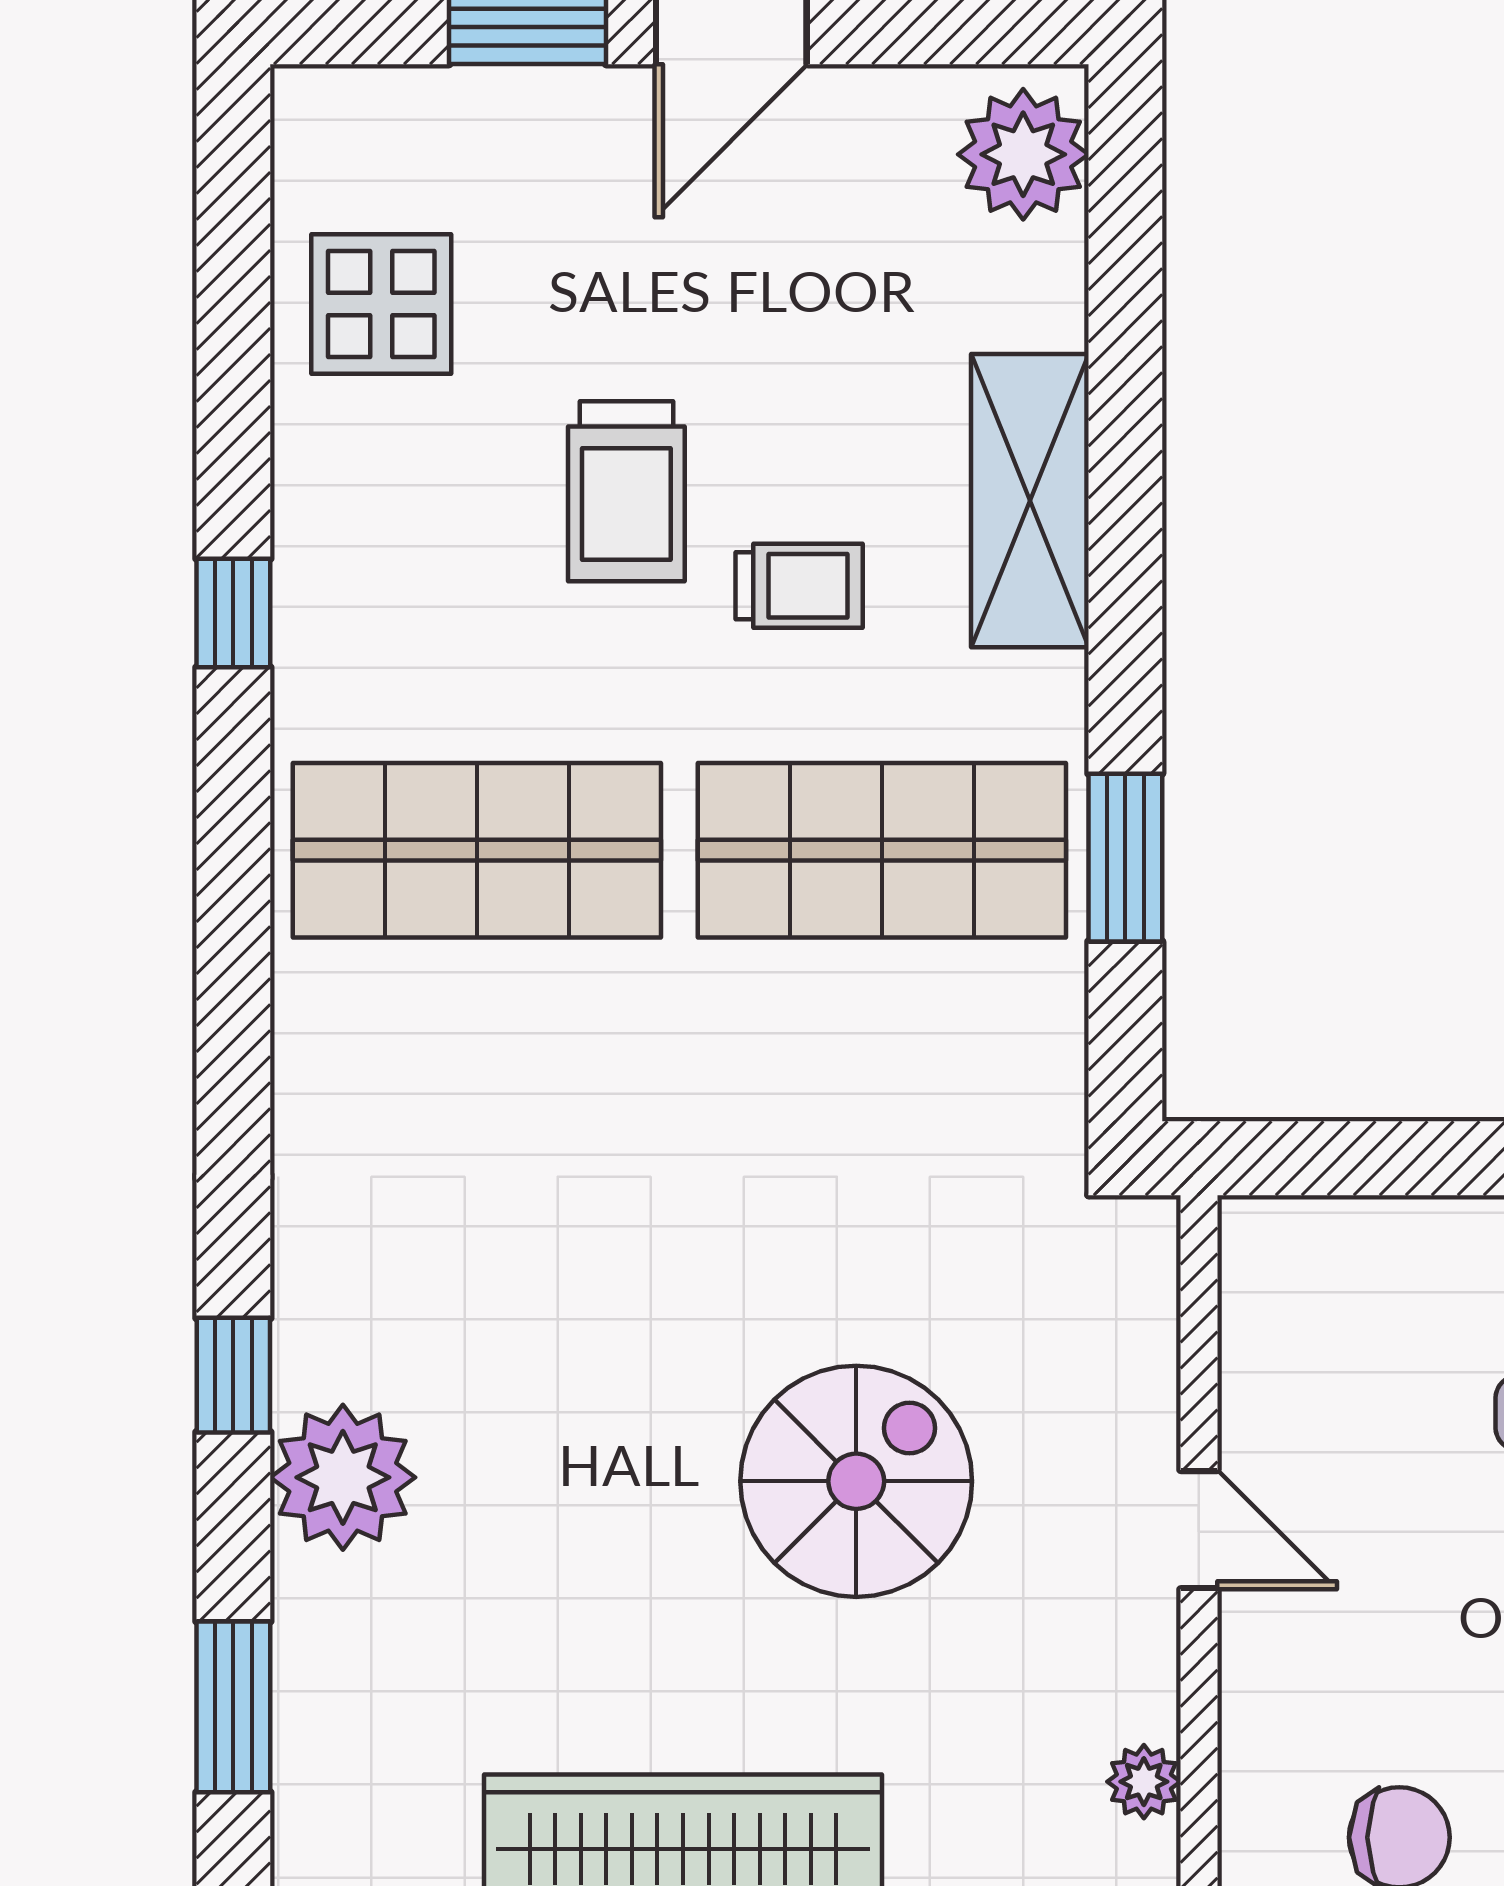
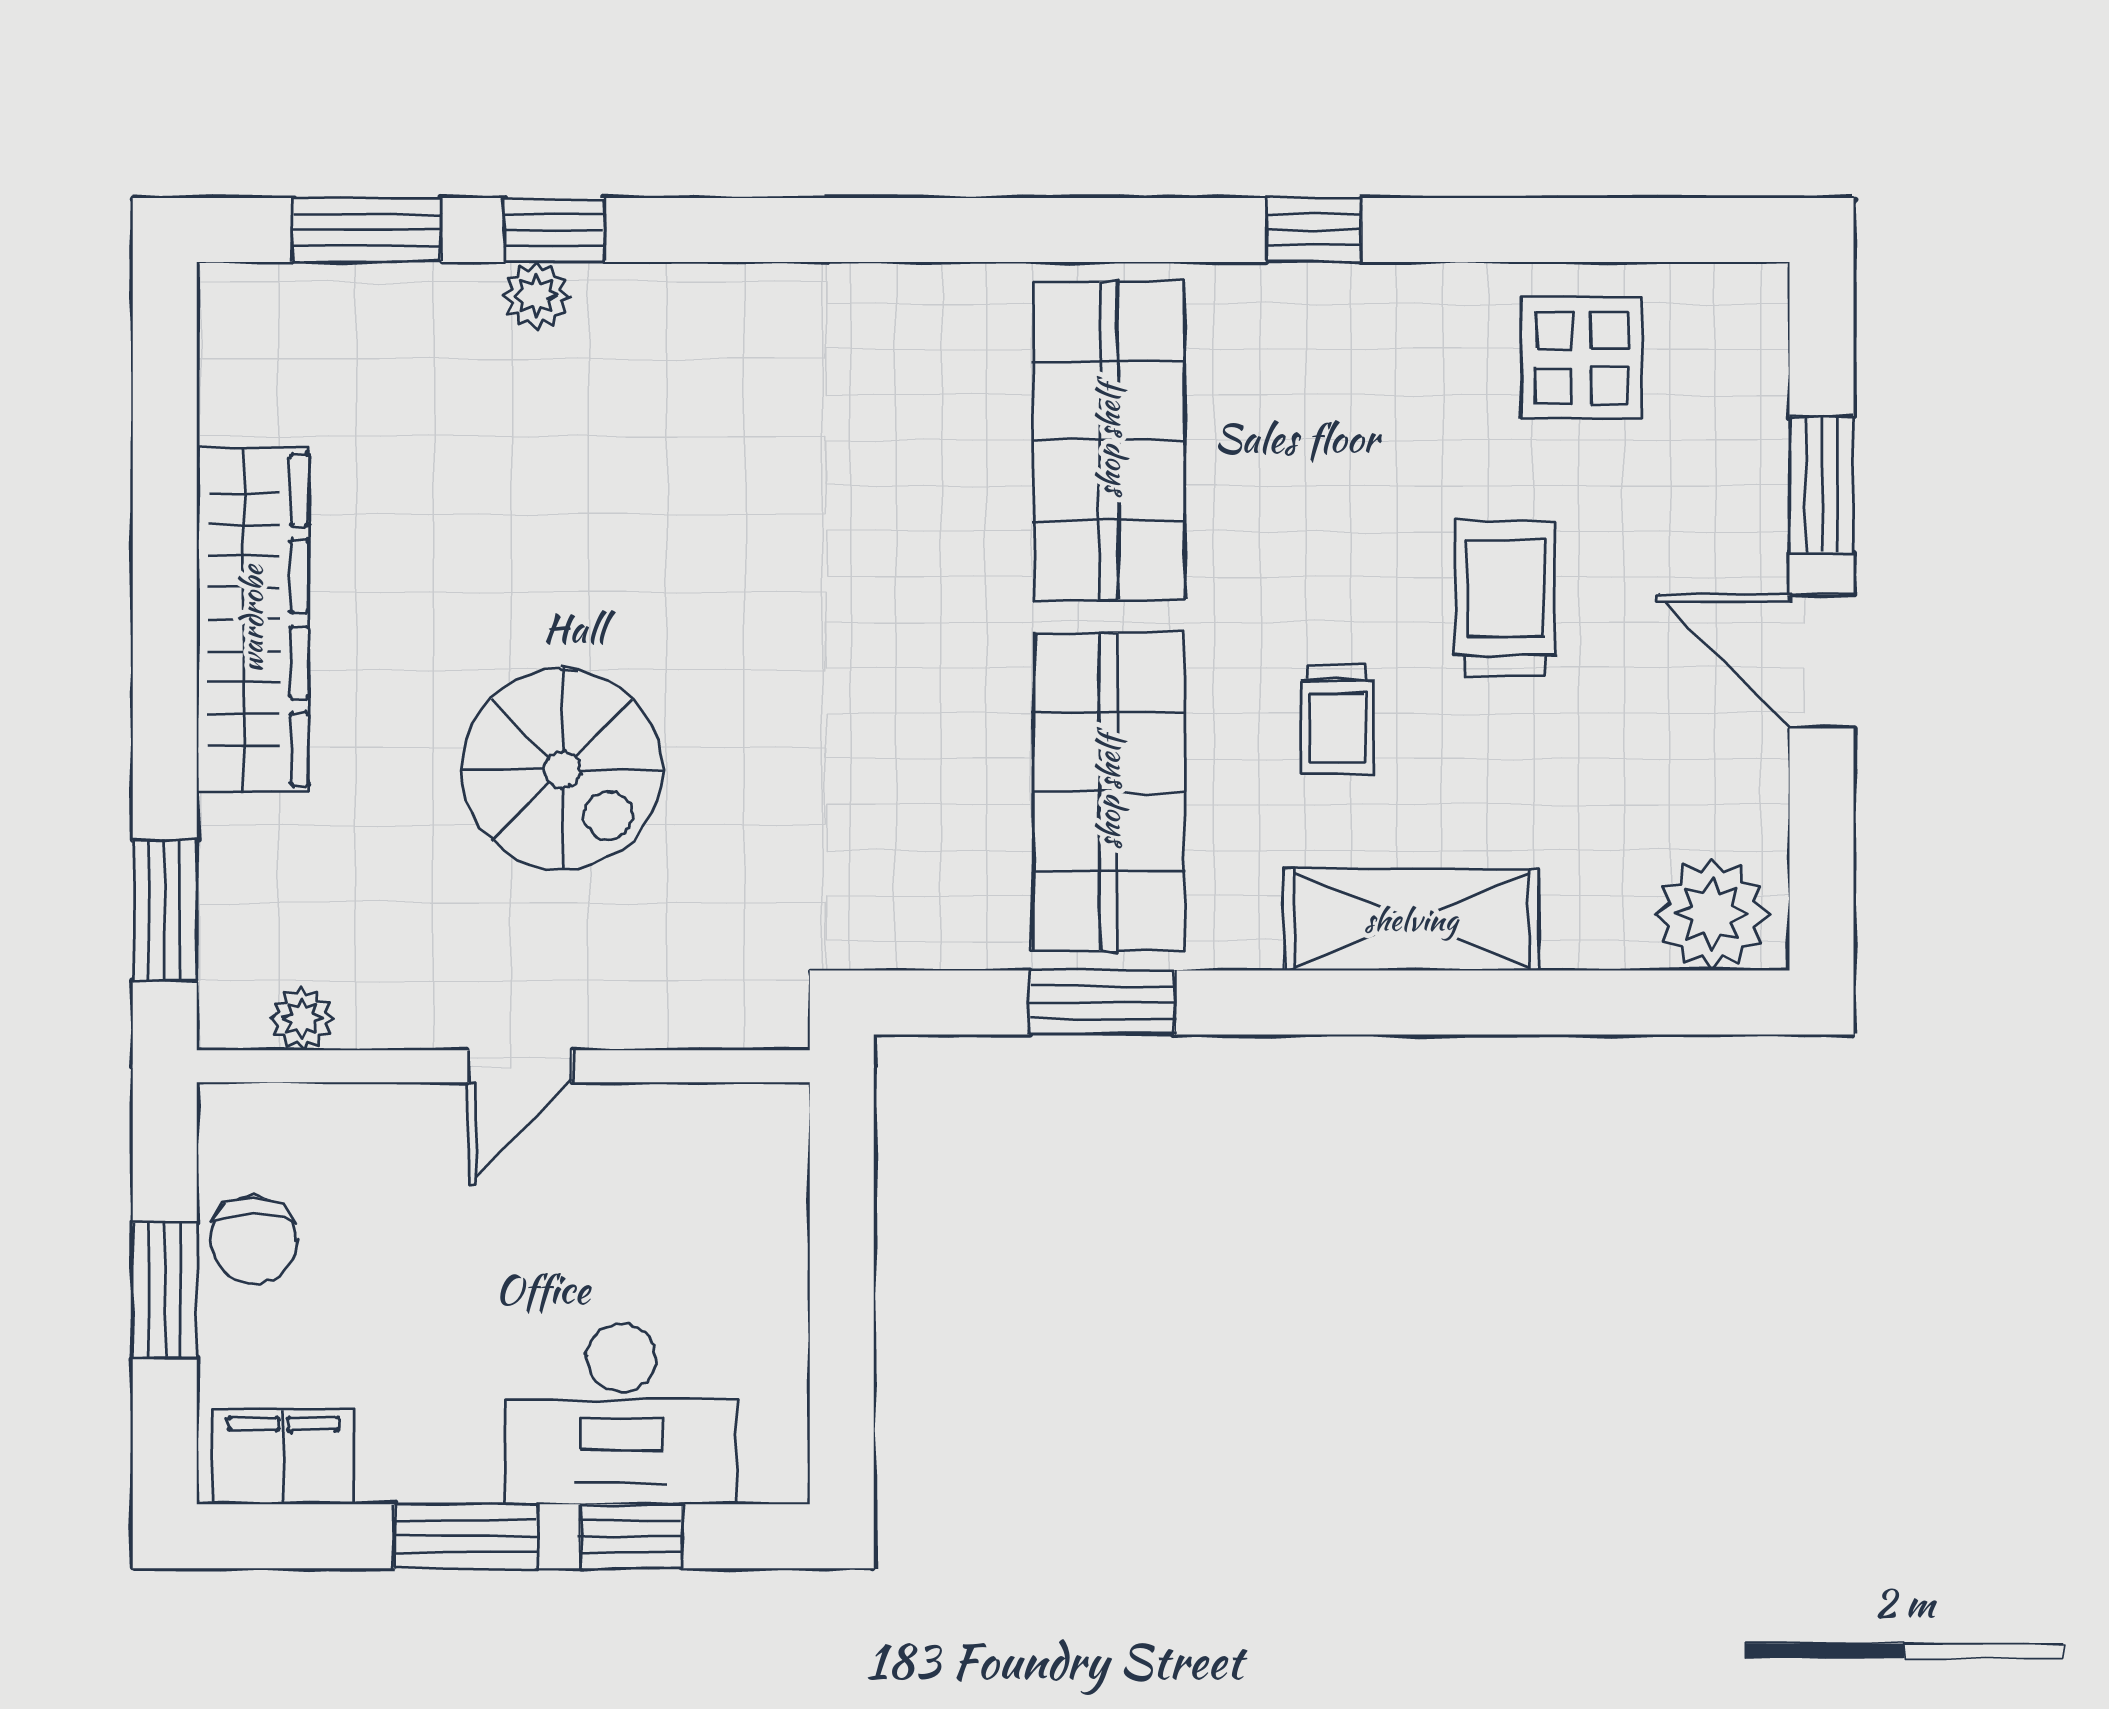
trolley: (626, 491) -> (1506, 599), moved, turned 90
window: (233, 1375) -> (554, 230), moved
plant: (343, 1477) -> (536, 295), width x0.53, depth x0.53

